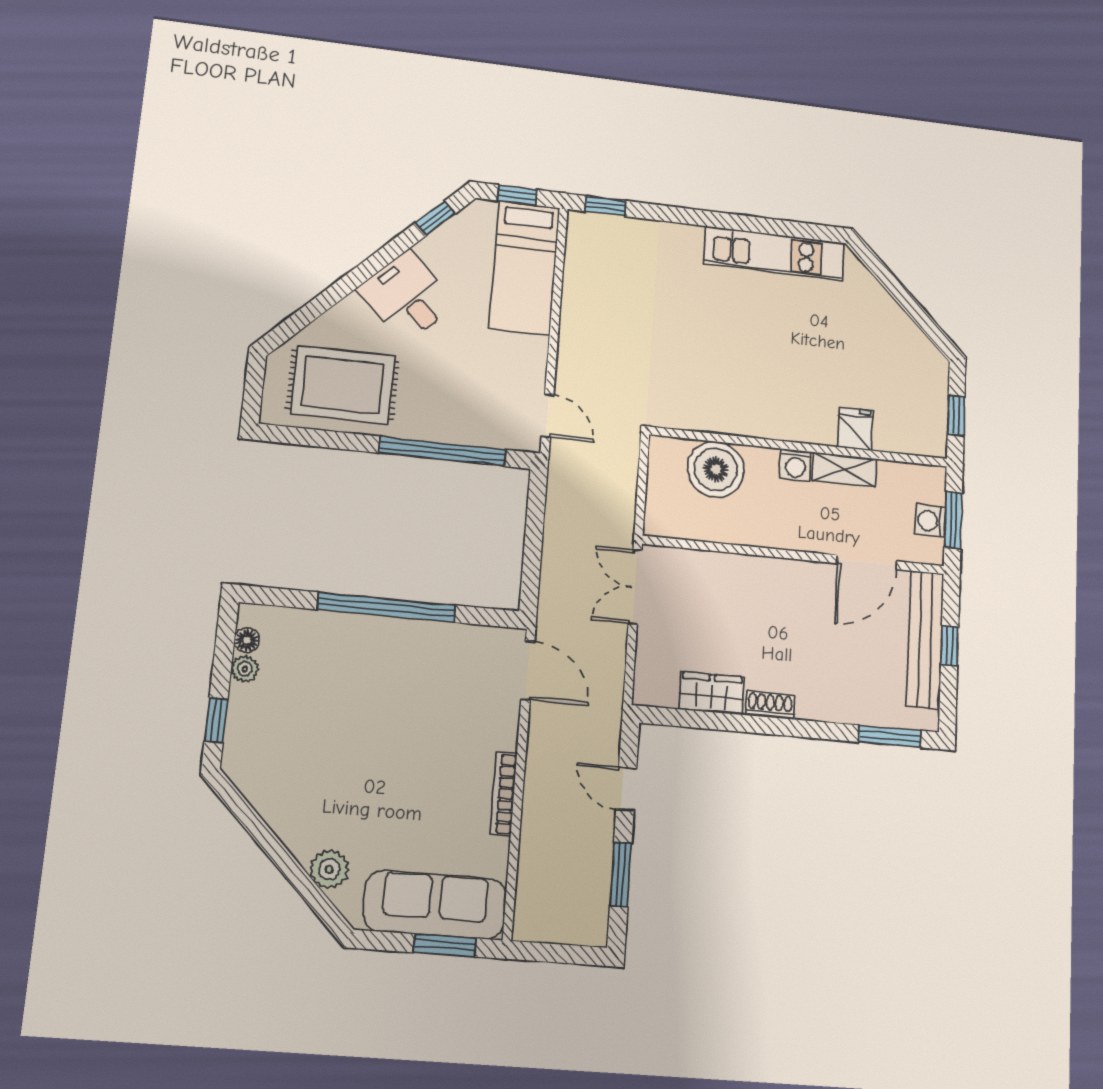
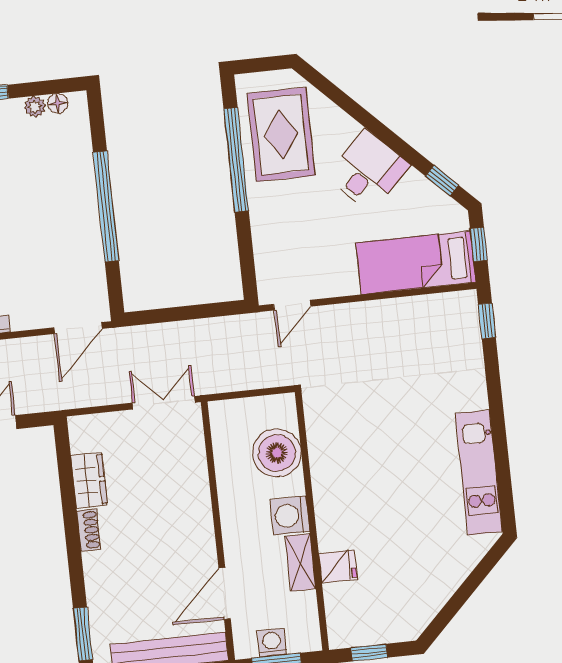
window: (443, 451) -> (236, 160), moved
washing machine: (795, 465) -> (290, 515), width x1.38, depth x1.38
door: (867, 562) -> (225, 593), hinge flipped

